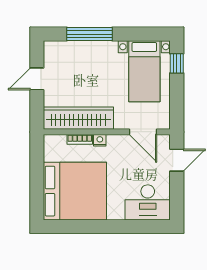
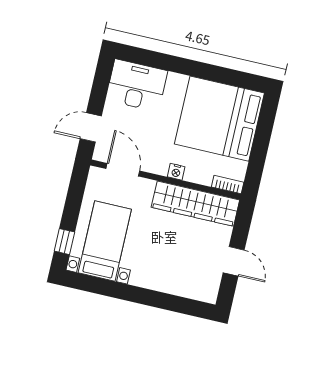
window: (89, 34) -> (159, 300), removed
door: (37, 79) -> (234, 261), hinge flipped
bookcase: (80, 139) -> (228, 185), moved

